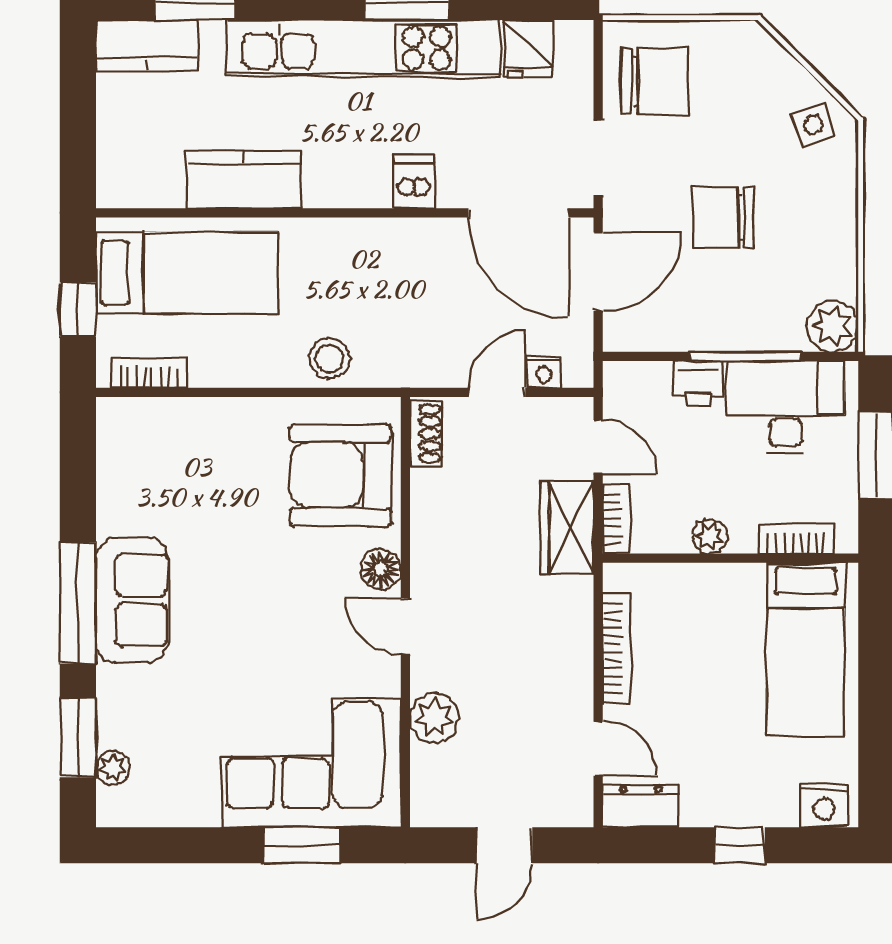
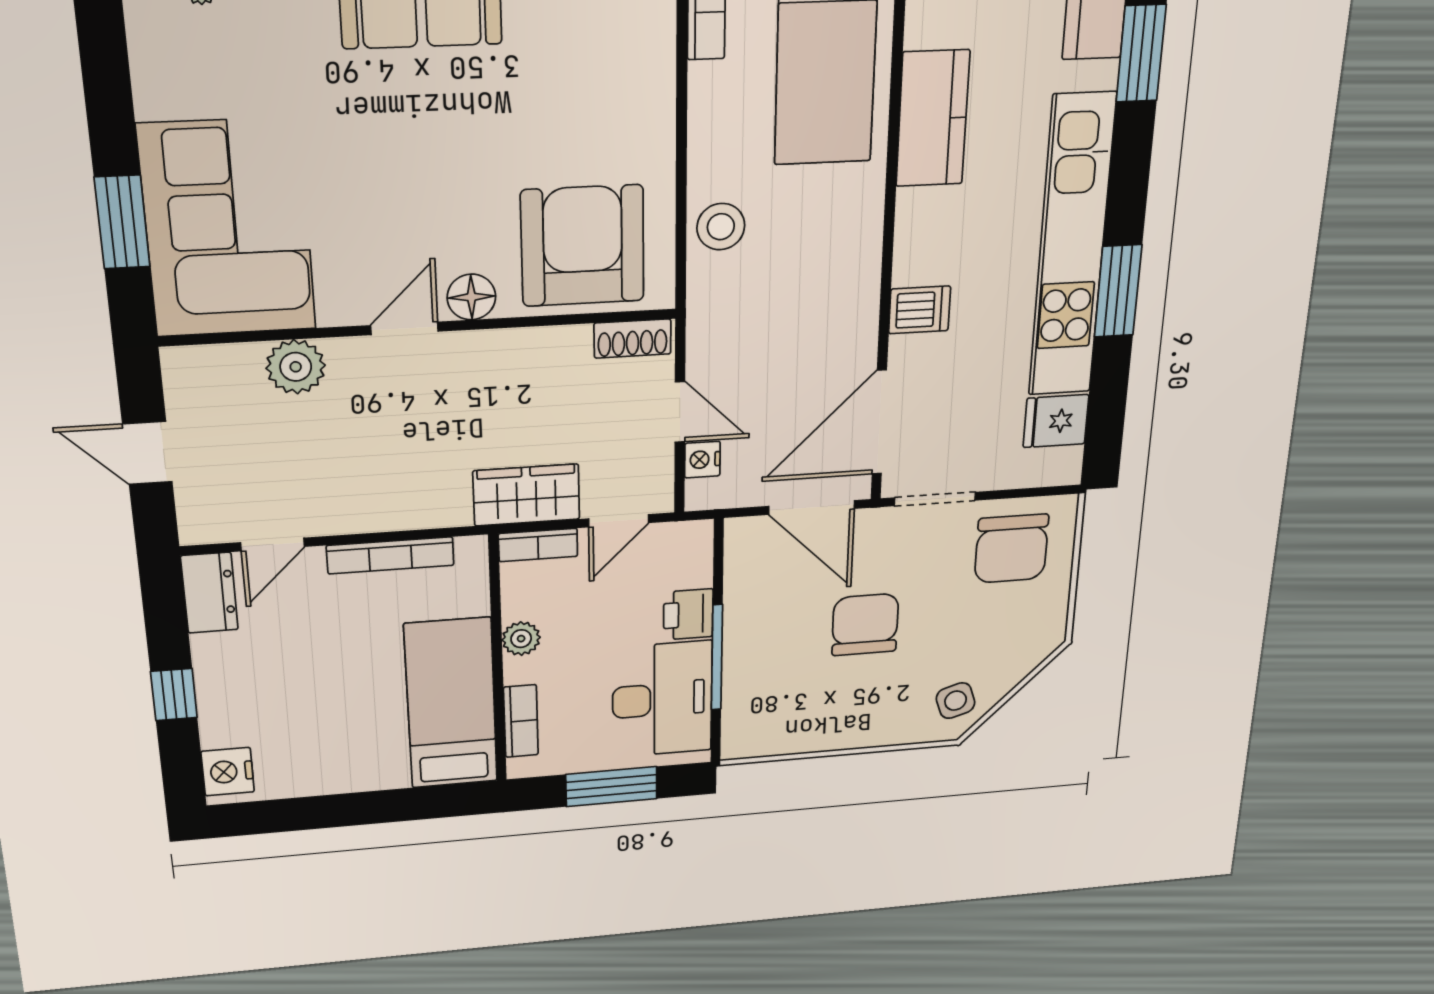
plant: (832, 326) -> (747, 735), removed
bed: (806, 649) -> (451, 703), moved, turned 90

